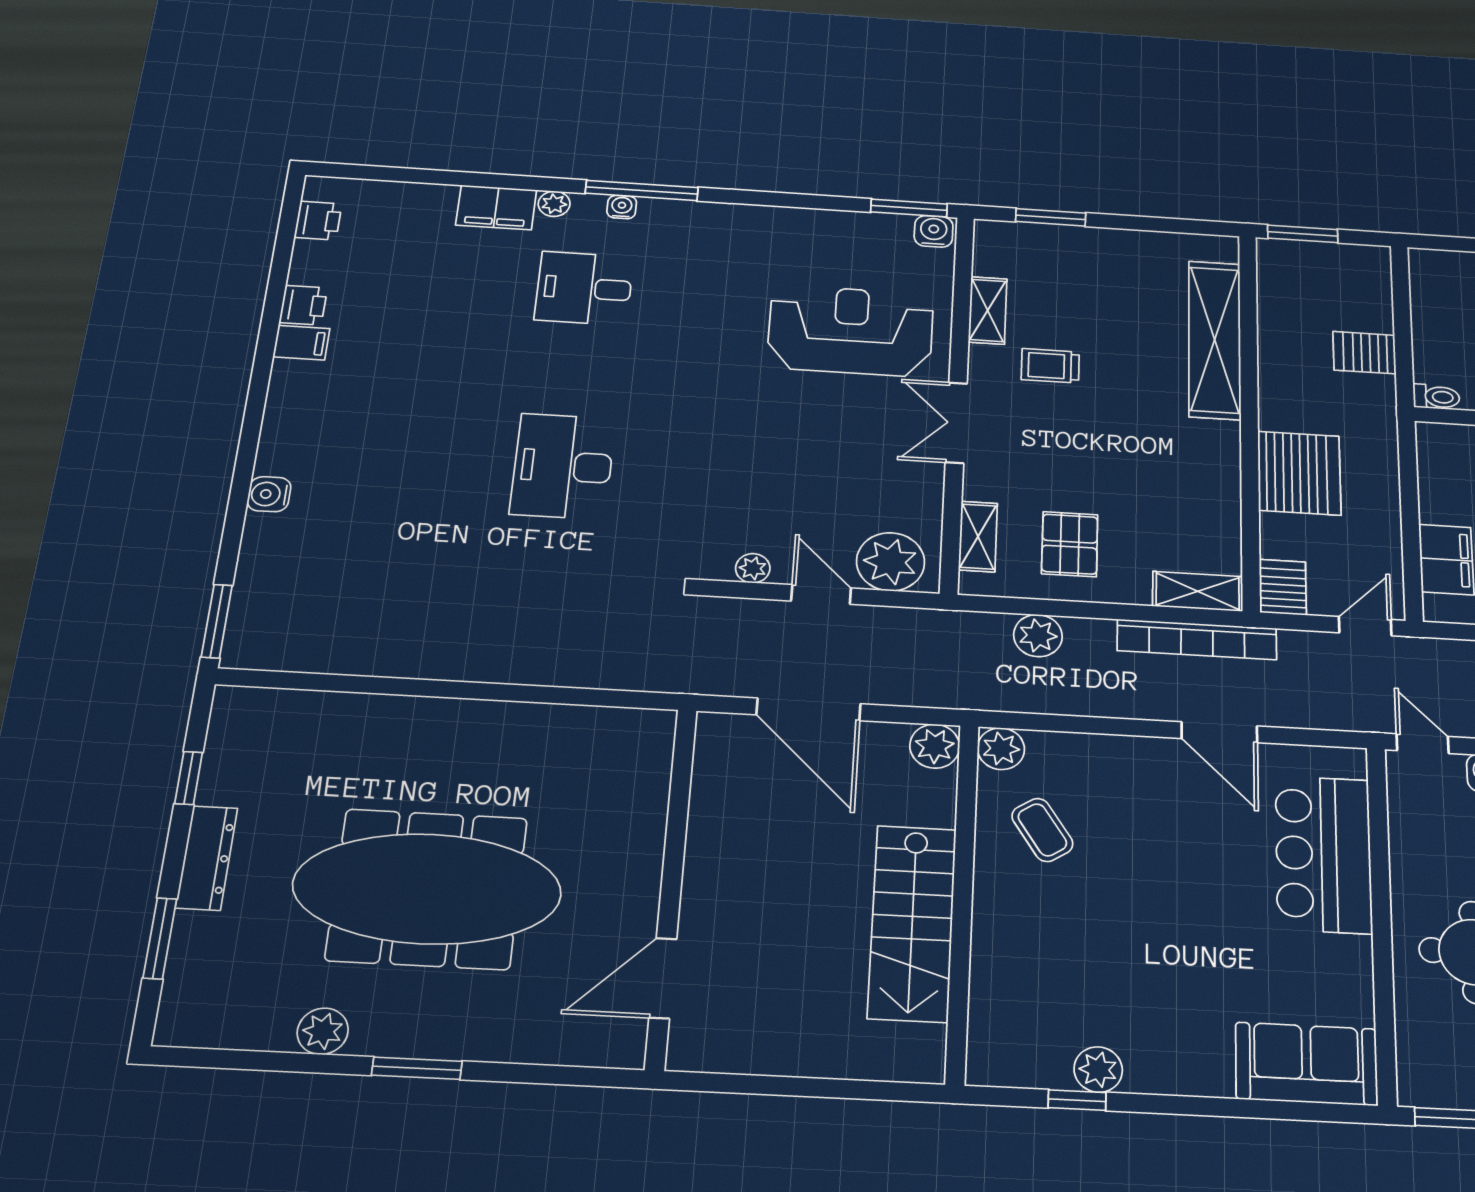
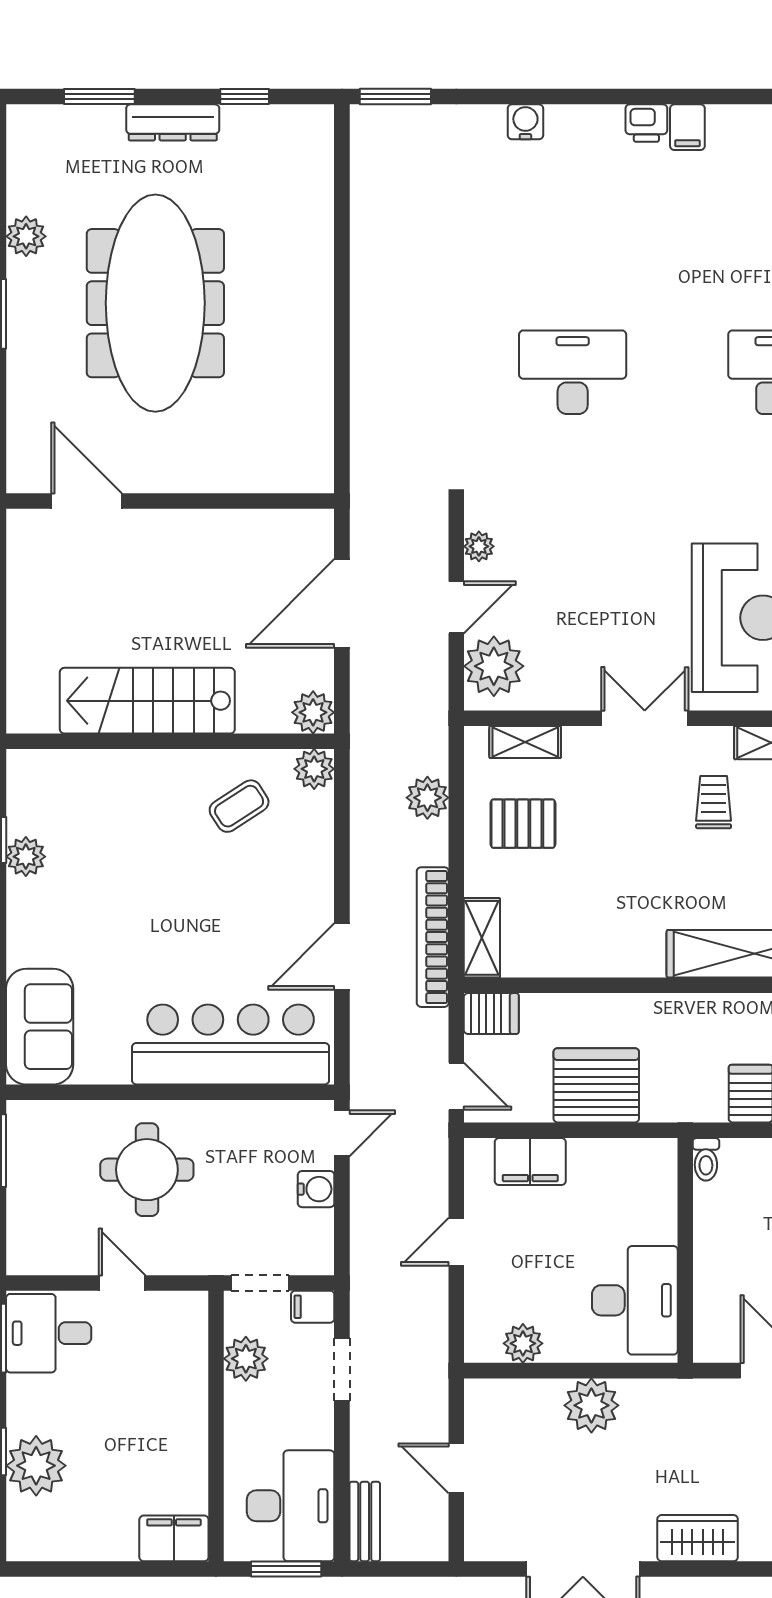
printer: (303, 305) -> (646, 123), moved
server rack: (1299, 473) -> (596, 1085), moved, turned 180
bar counter: (1323, 854) -> (231, 1044), width x1.36

